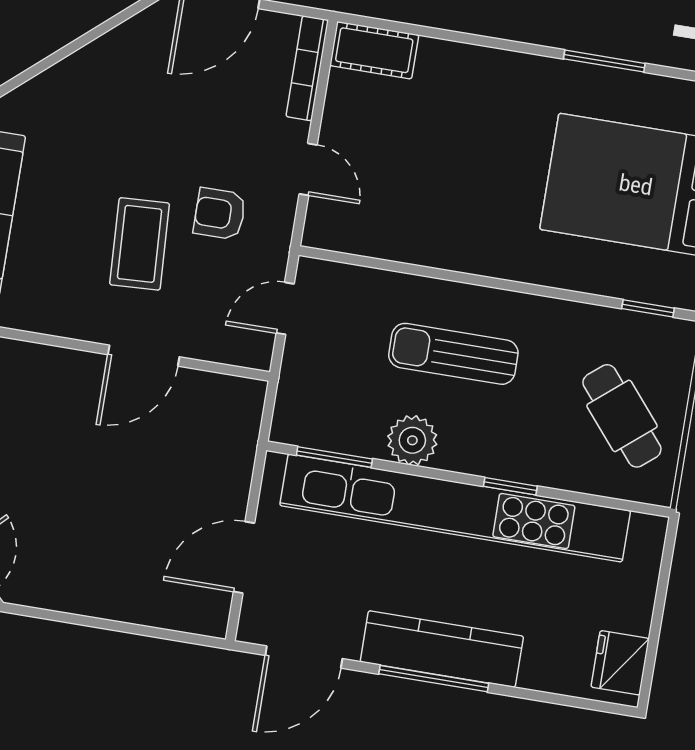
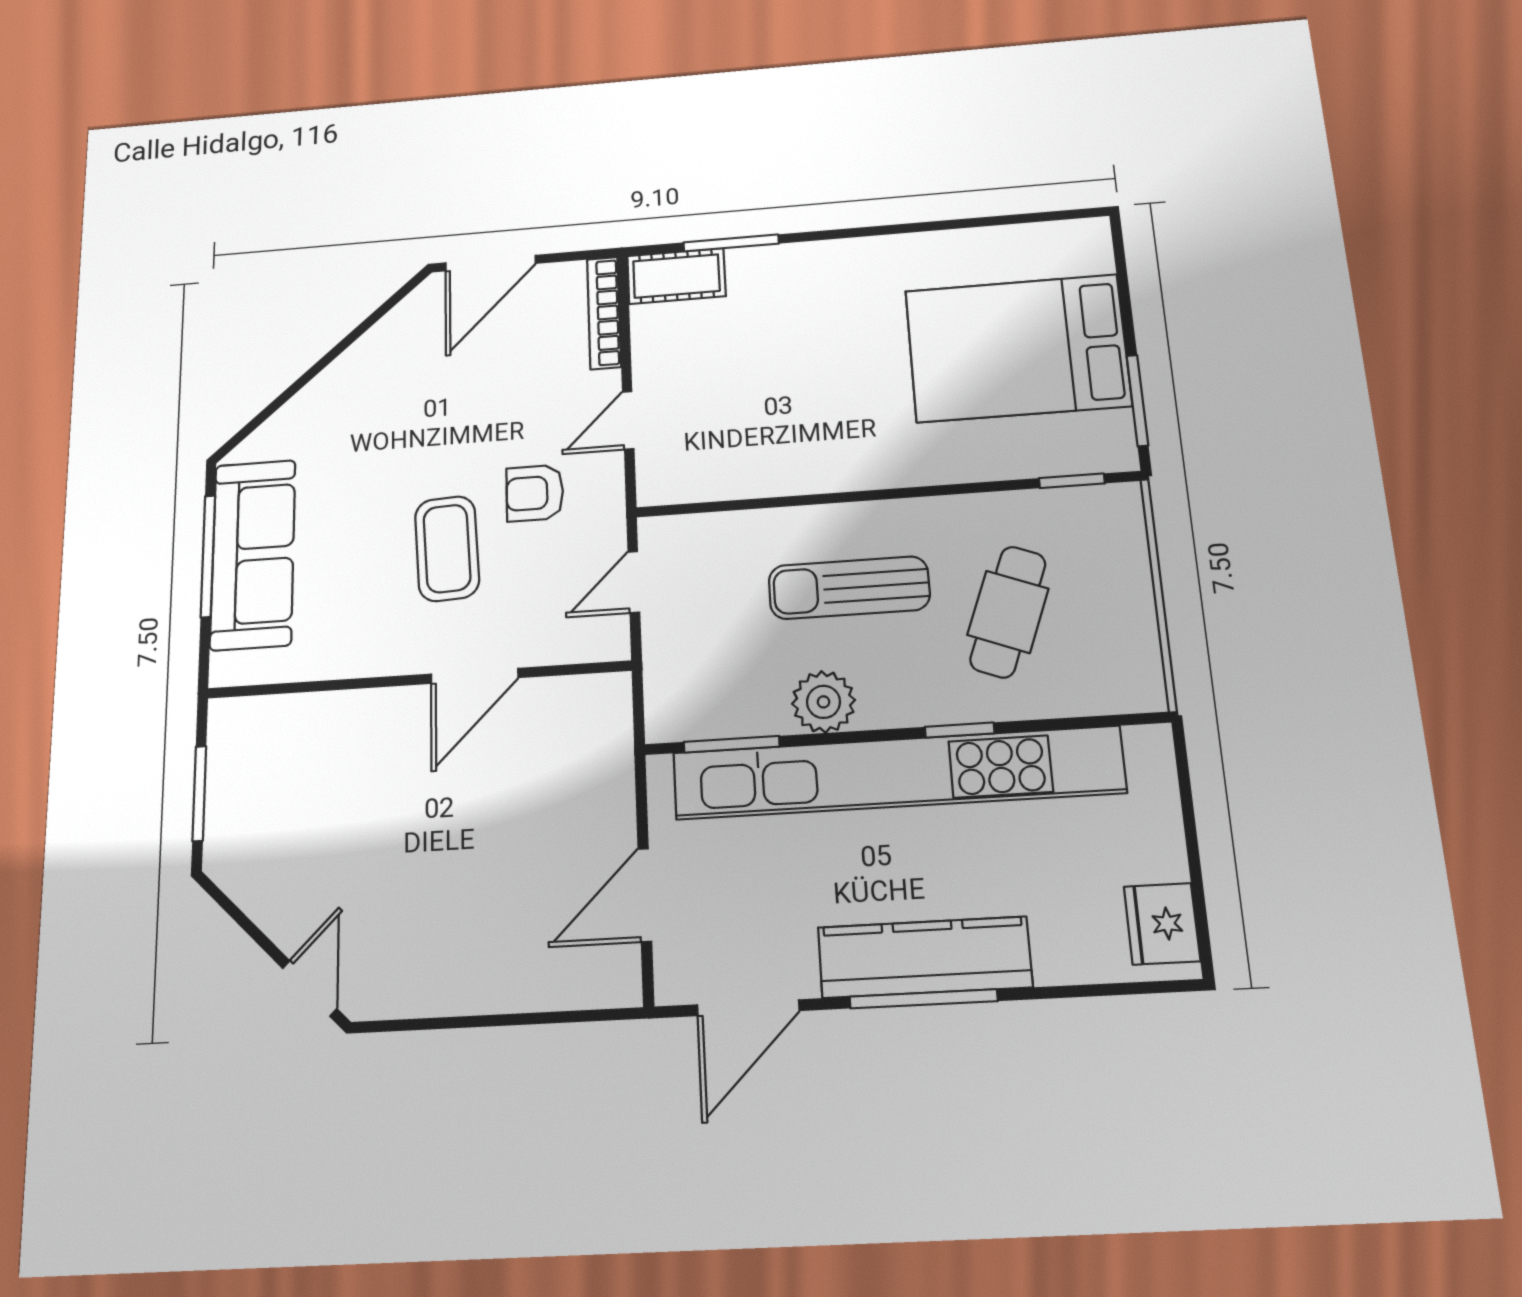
window: (604, 61) -> (731, 243), moved
door: (308, 169) -> (628, 420), swing flipped
cafe table: (622, 416) -> (1008, 612), moved, turned 61

